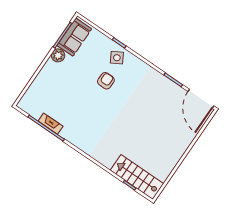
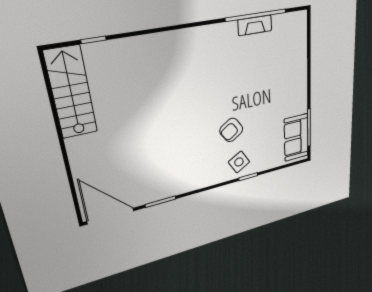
plant: (58, 55) -> (300, 105), removed
armchair: (106, 81) -> (231, 130), turned 56
stairs: (137, 177) -> (71, 93), moved, turned -90

